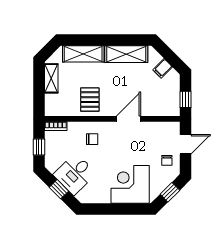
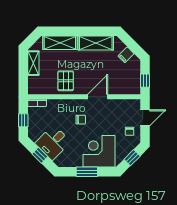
chair: (92, 139) -> (81, 120), moved
window: (116, 209) -> (87, 172), added

